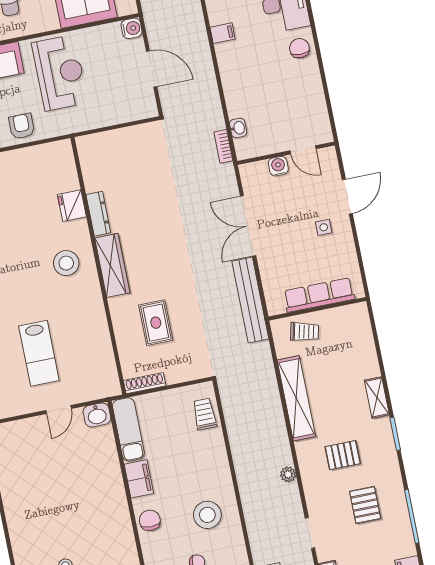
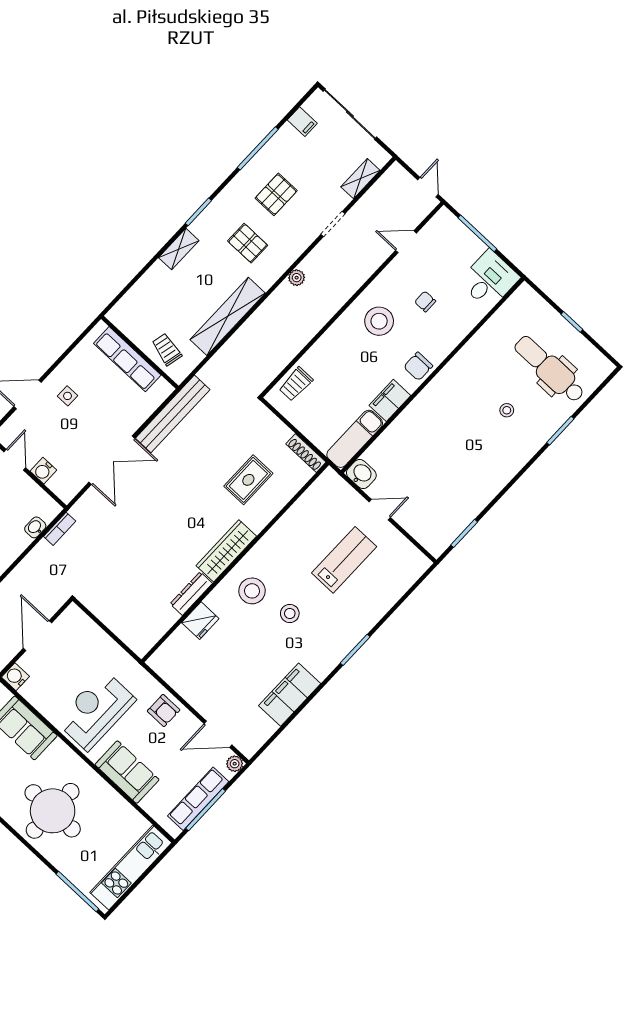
armchair: (22, 126) -> (164, 711), turned -90
stool: (27, 280) -> (290, 613), added

